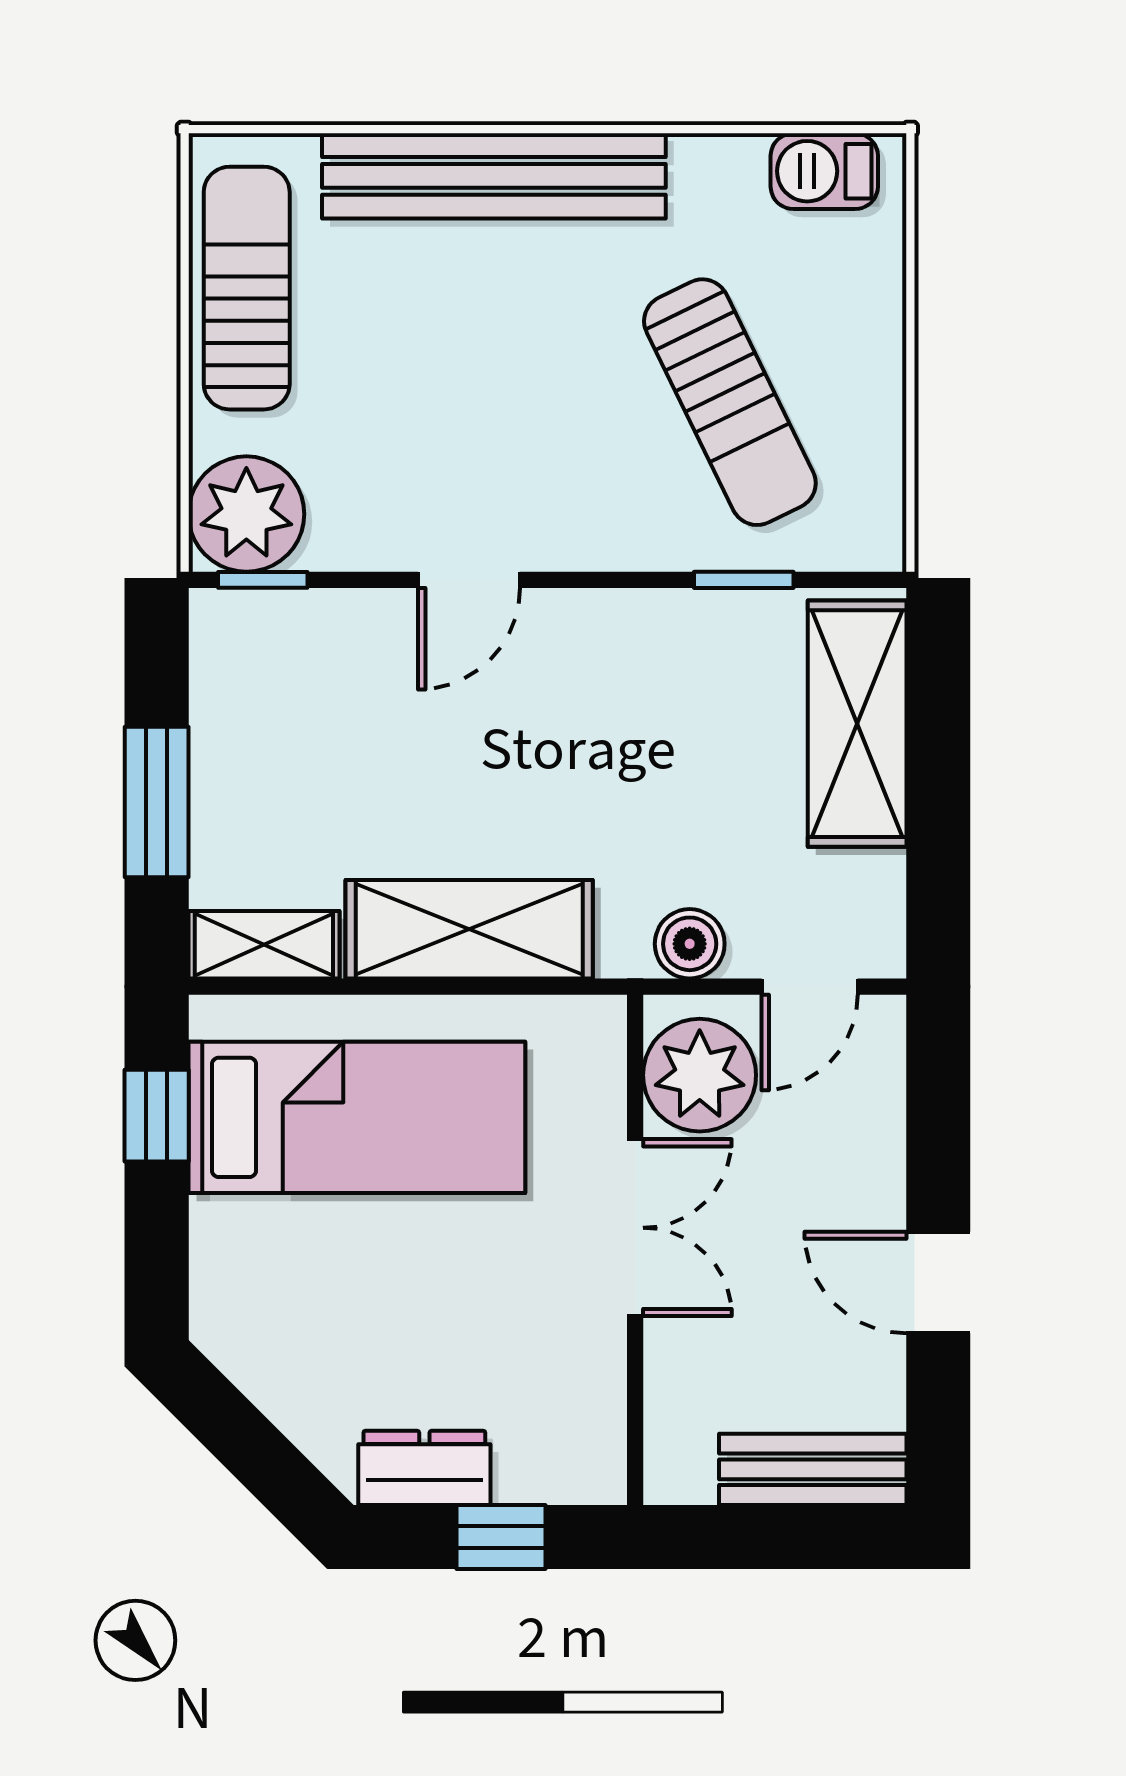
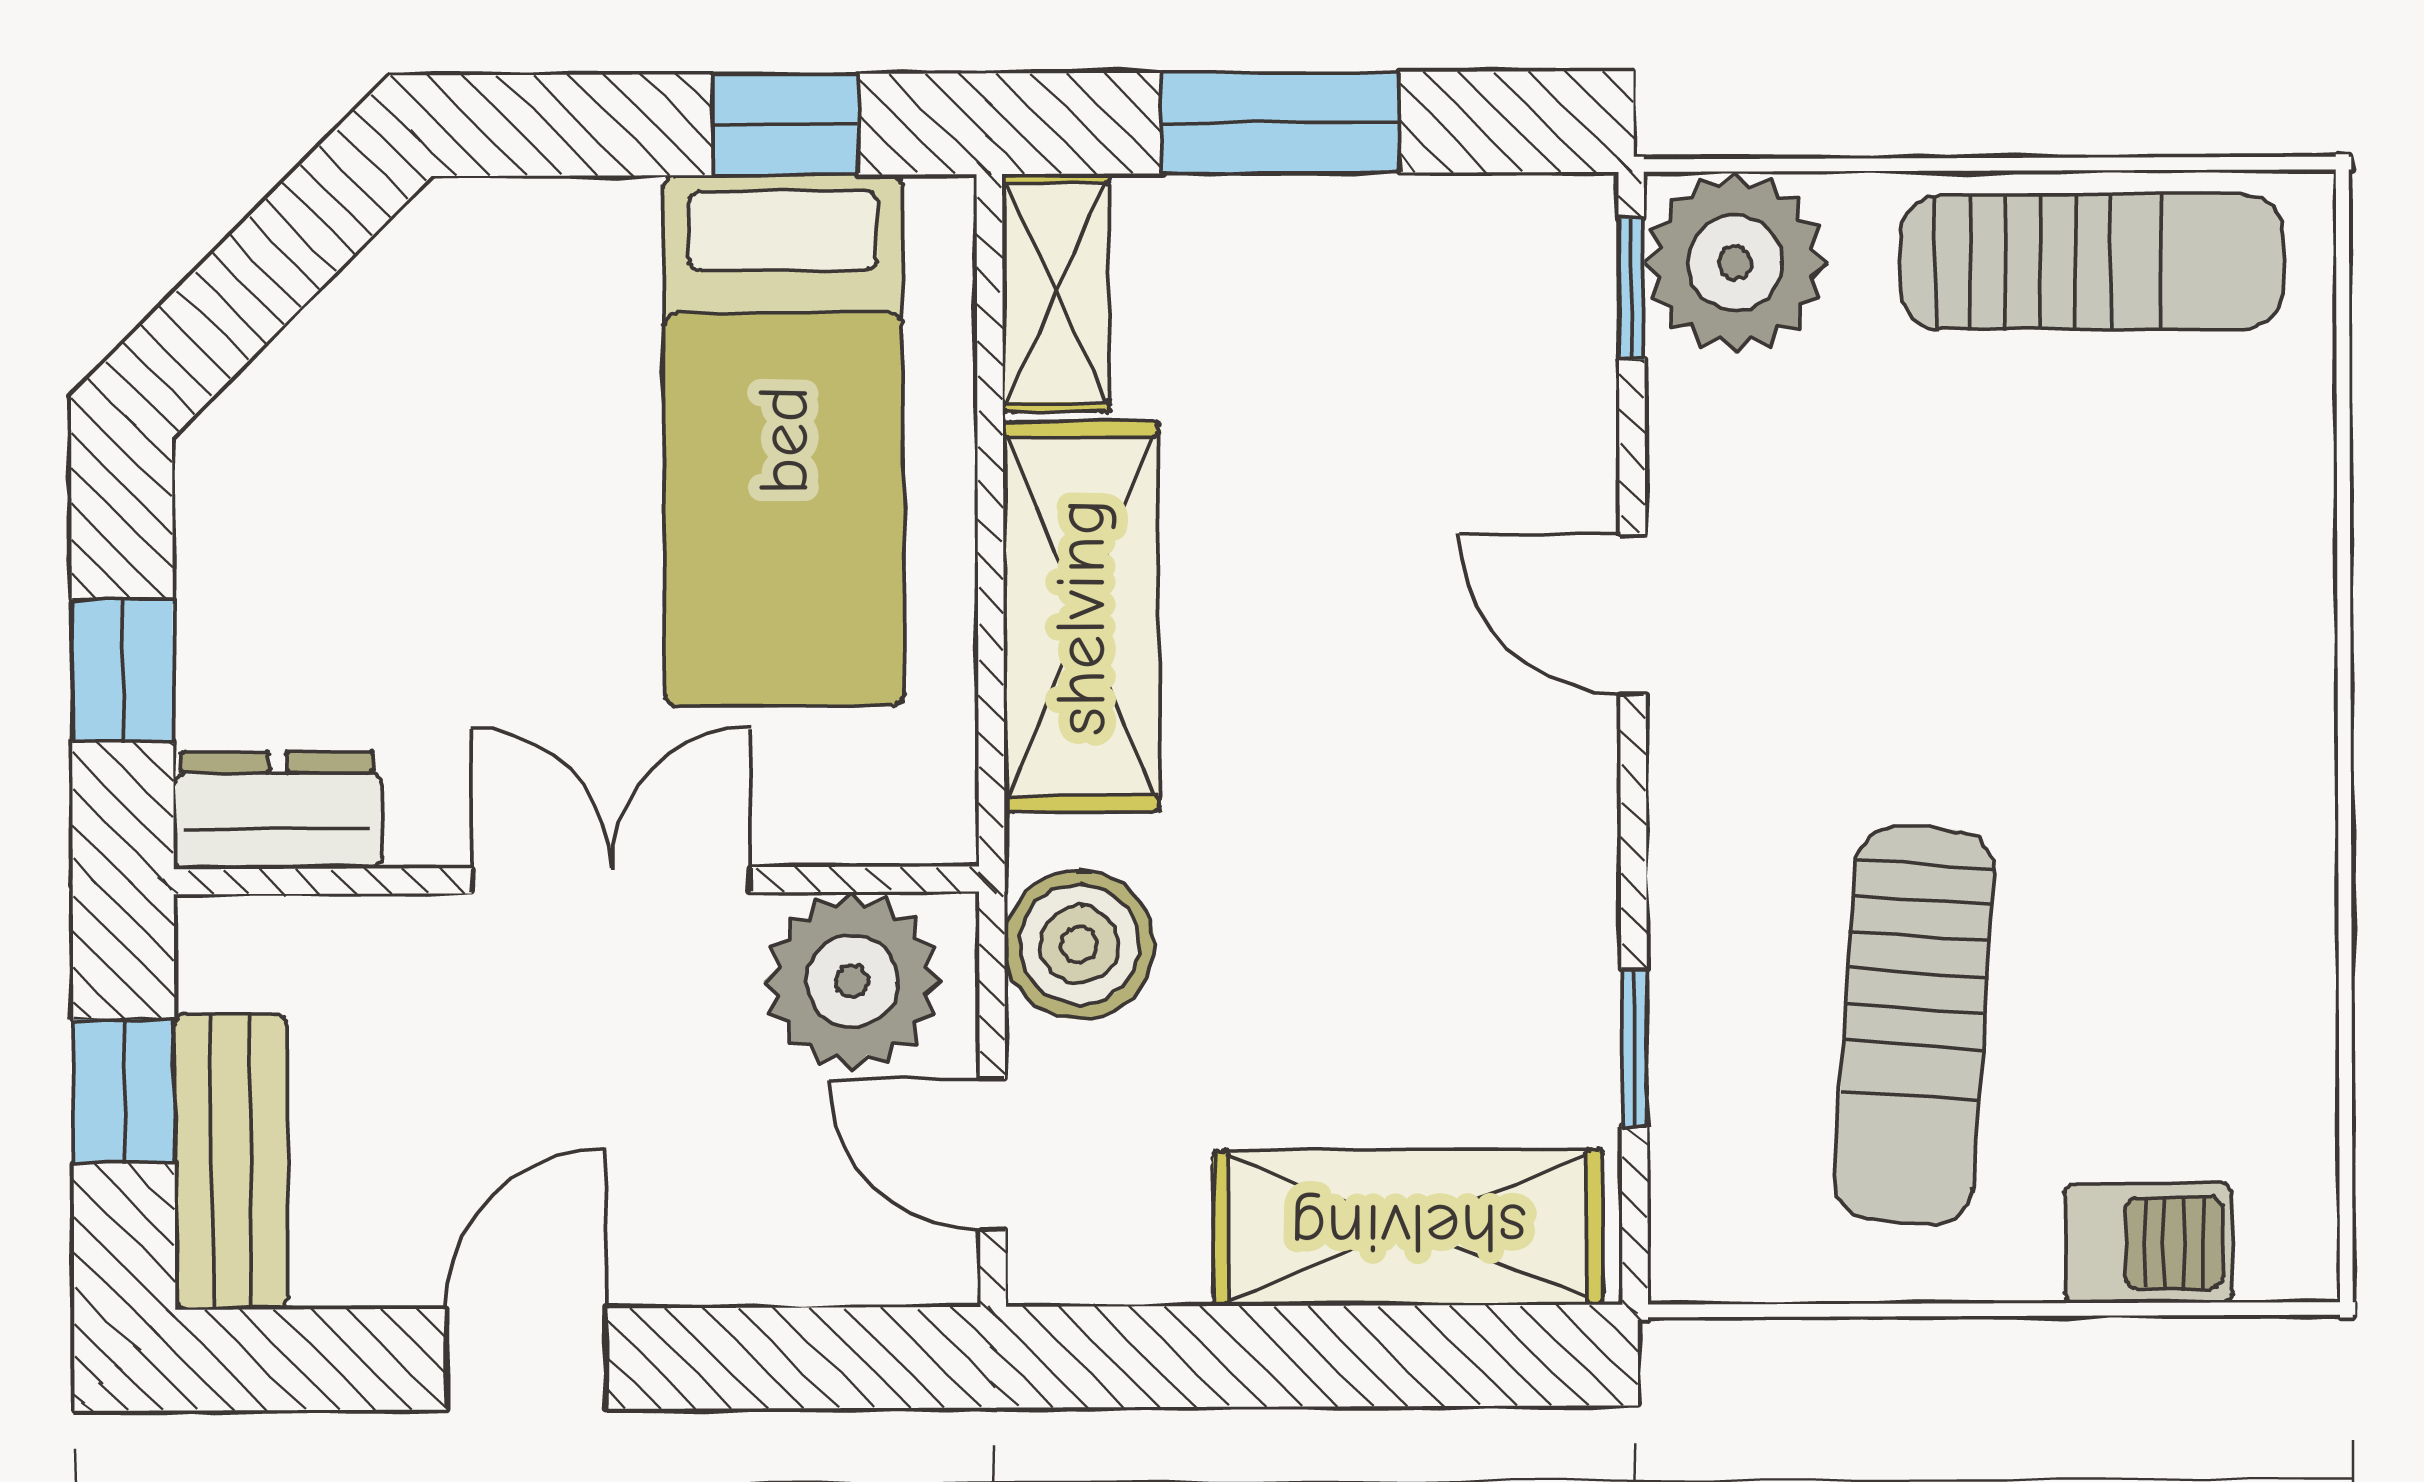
barbecue: (824, 171) -> (2149, 1243), moved, turned 90
bench: (494, 176) -> (2270, 651), removed
sun lounger: (730, 402) -> (1914, 1025), turned -60
boiler: (690, 944) -> (1079, 945), width x1.36, depth x1.36
double door: (635, 1228) -> (611, 880), swing flipped
dresser: (424, 1468) -> (278, 810), moved, turned -90
window: (768, 1537) -> (124, 1091), added

